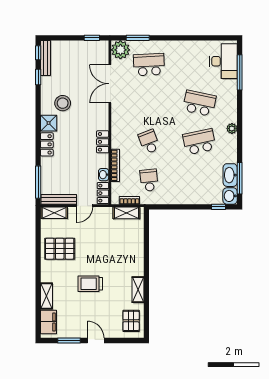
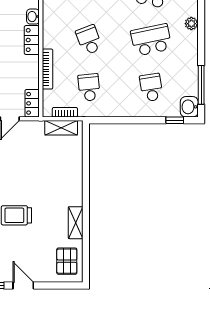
washbasin: (104, 175) -> (33, 17), moved
washbasin: (230, 175) -> (189, 81), removed
school desk: (199, 180) -> (151, 87), added

